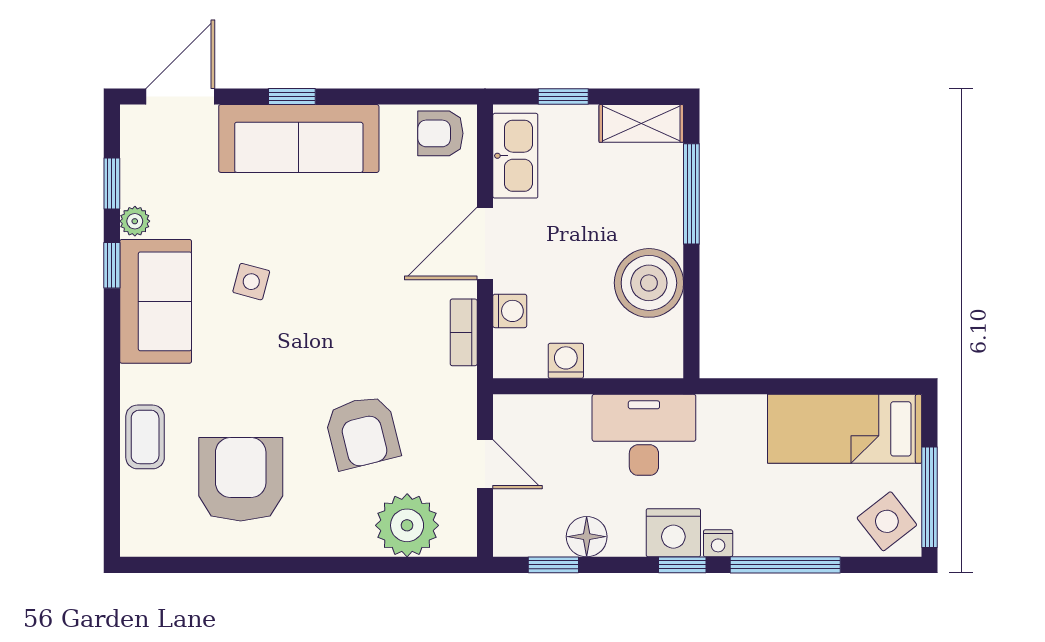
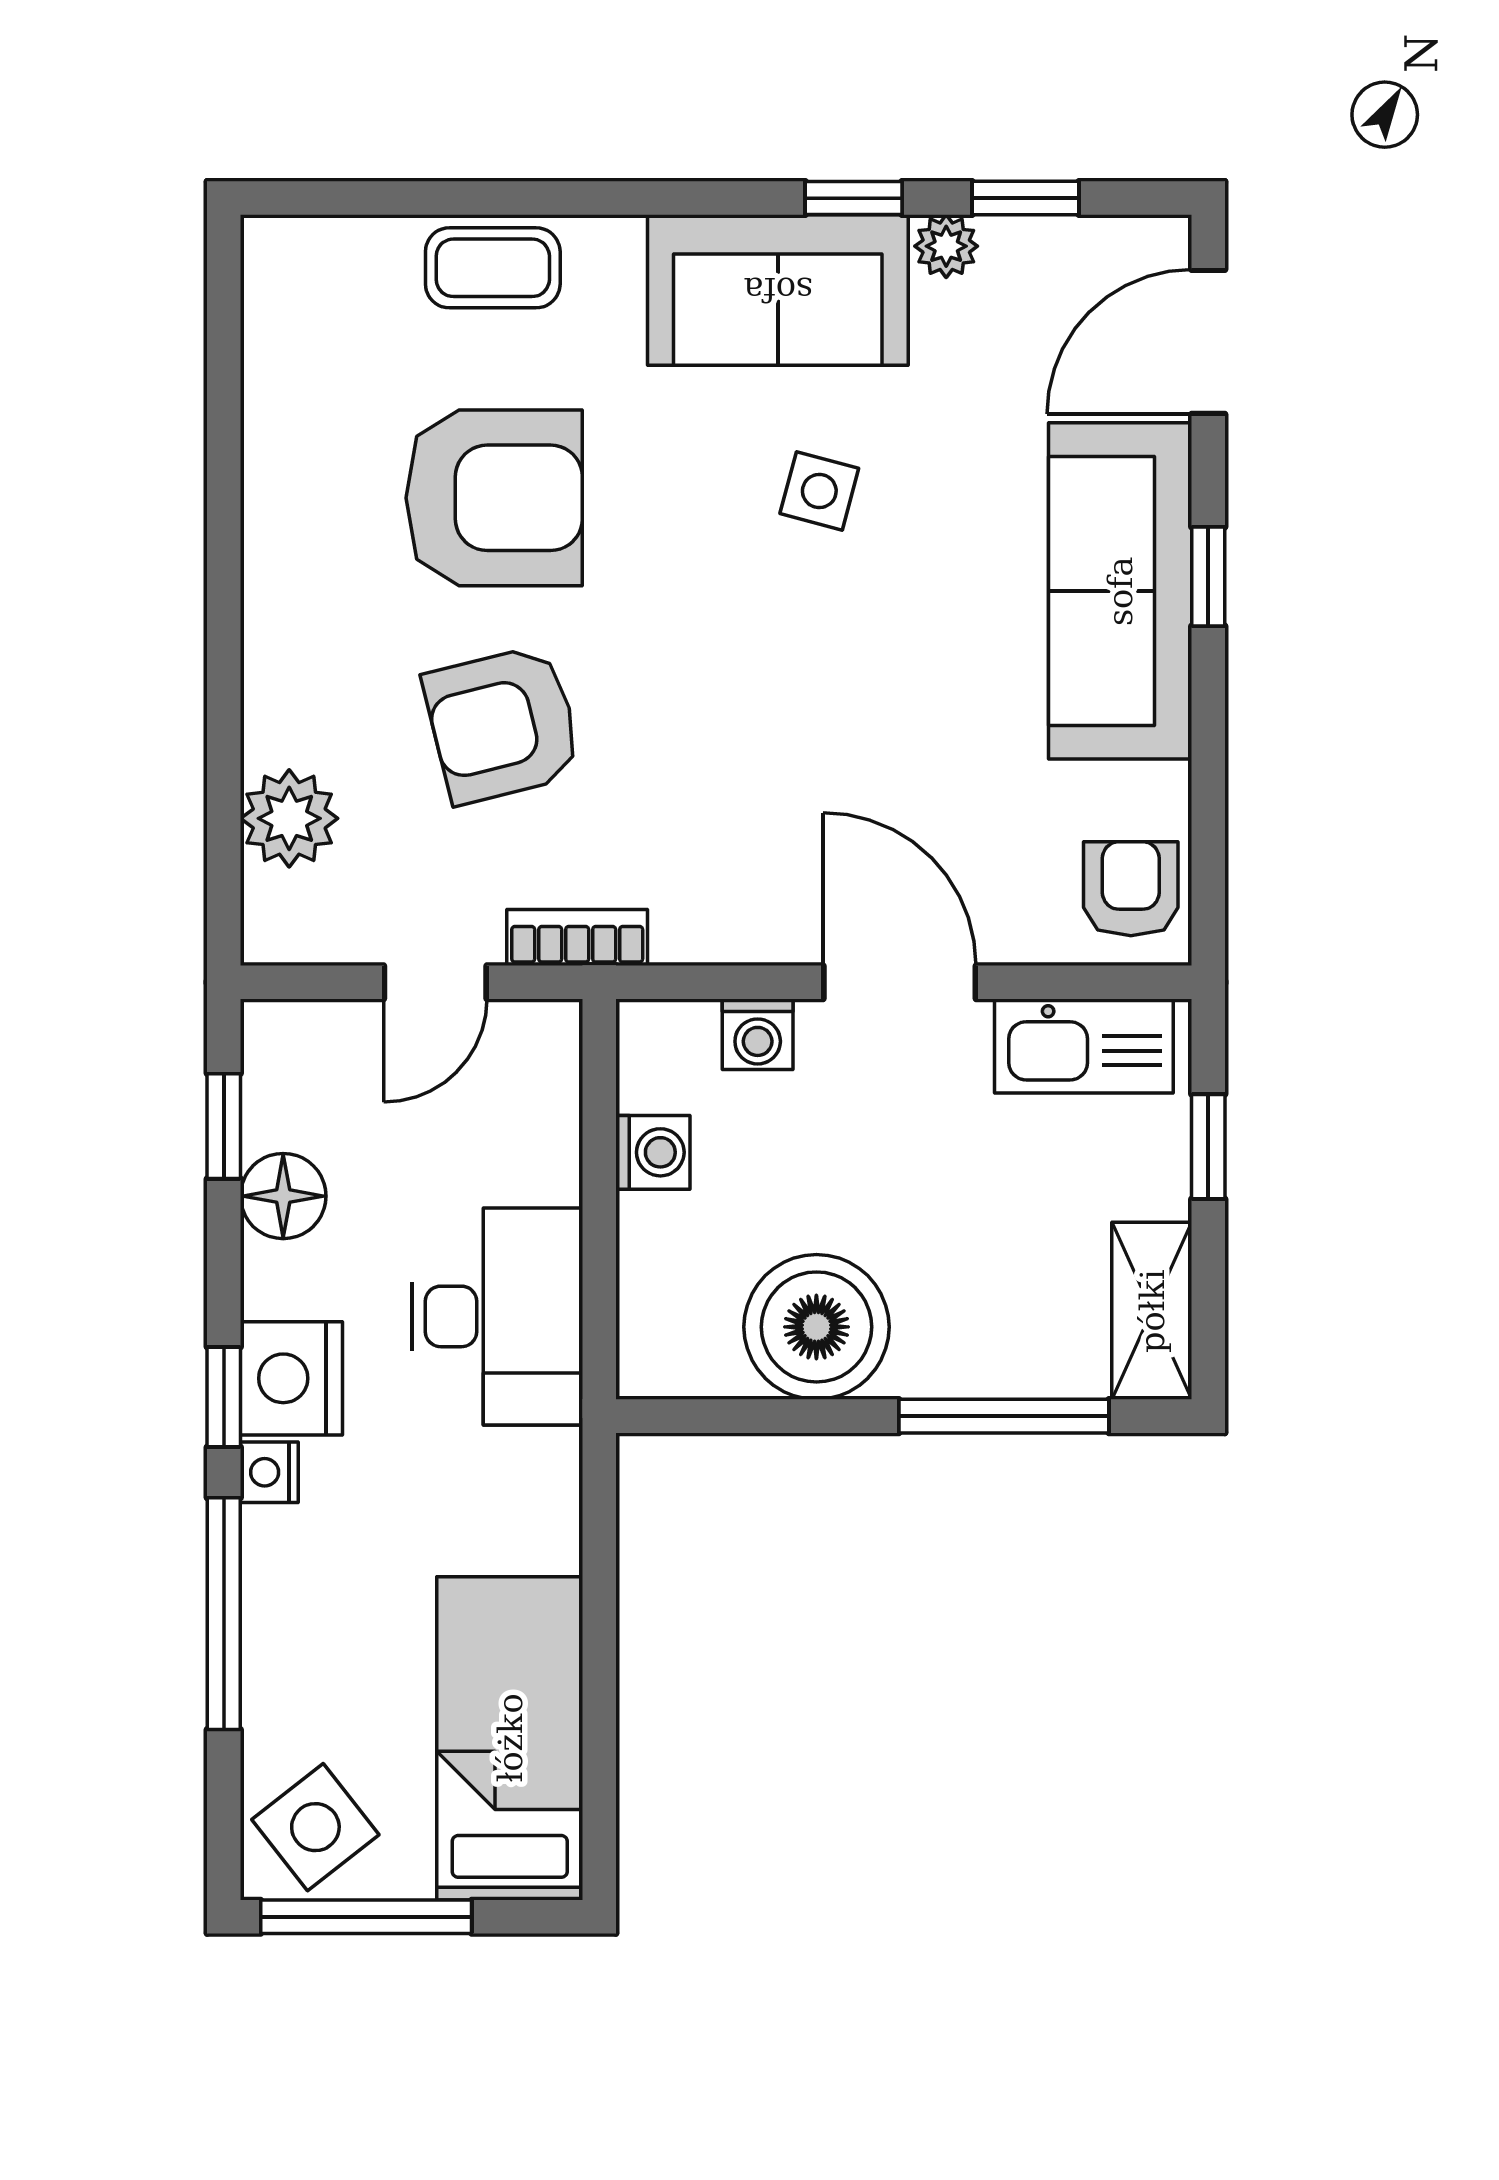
door: (180, 97) -> (1208, 342), swing flipped
bookcase: (464, 332) -> (577, 937), moved
armchair: (241, 479) -> (494, 498), moved
plant: (407, 525) -> (289, 818), width x0.73, depth x0.73

